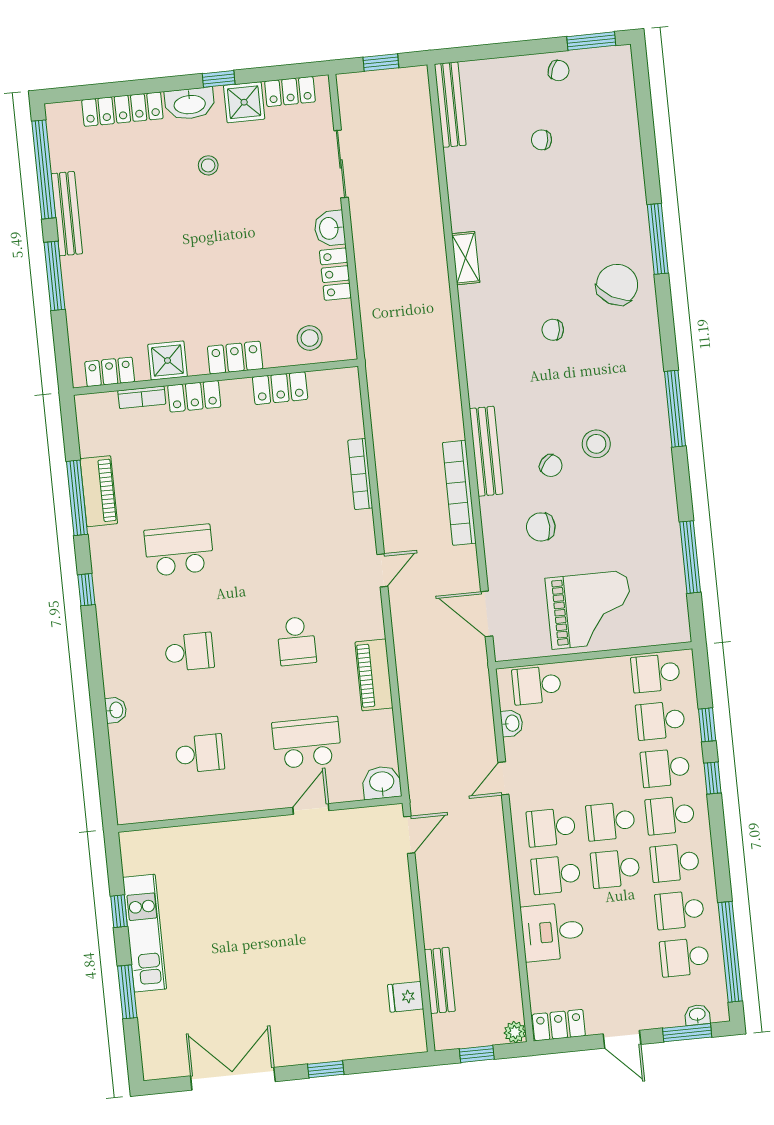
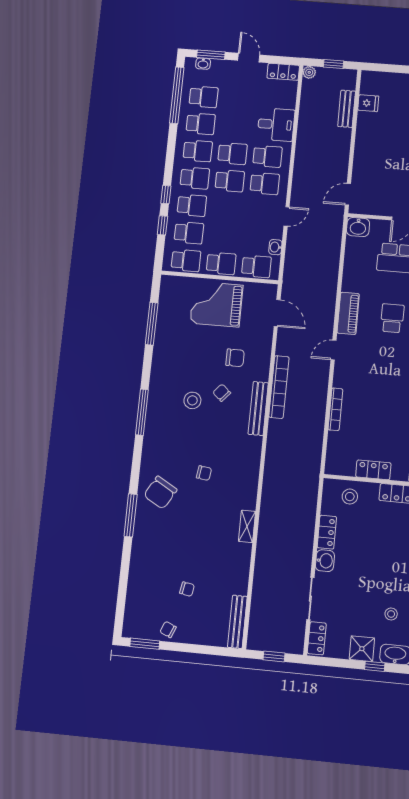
locker: (290, 92) -> (317, 638), moved, turned 90
piano: (374, 675) -> (348, 313), moved
school desk: (596, 679) -> (221, 263), added

